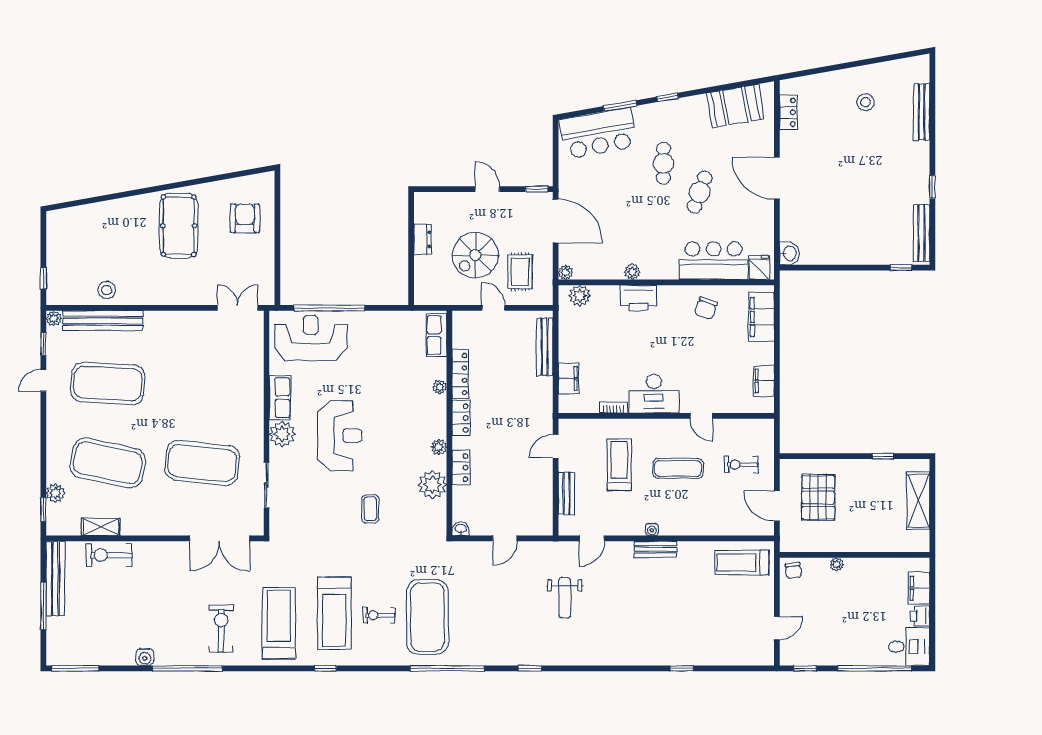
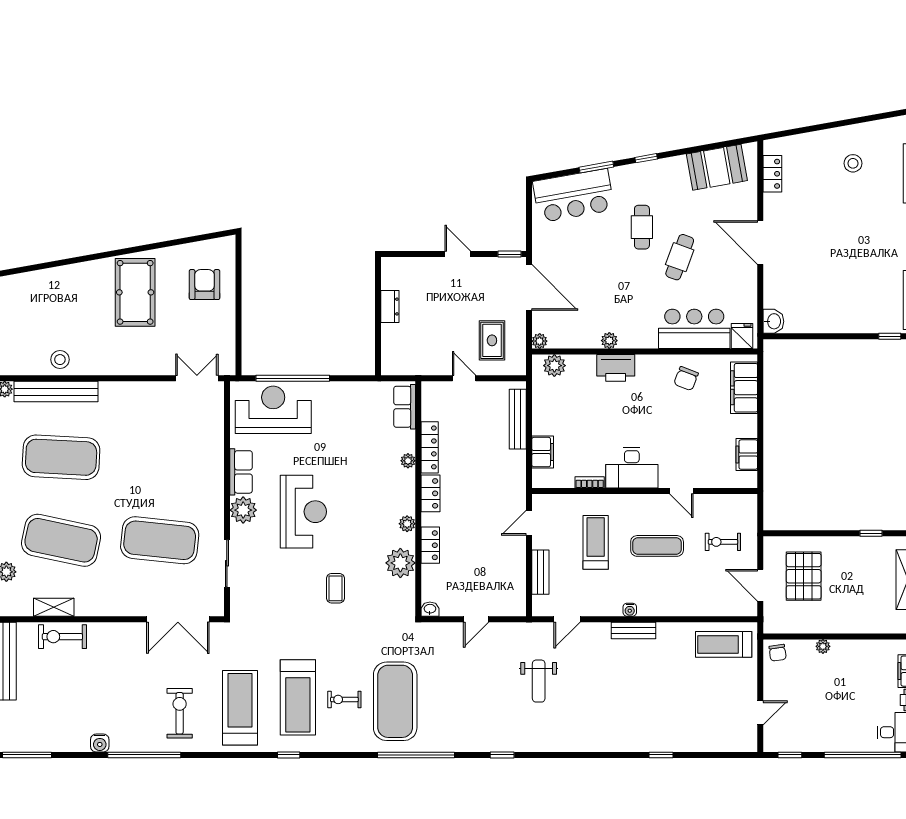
spiral stairs: (475, 255) -> (445, 323), removed

